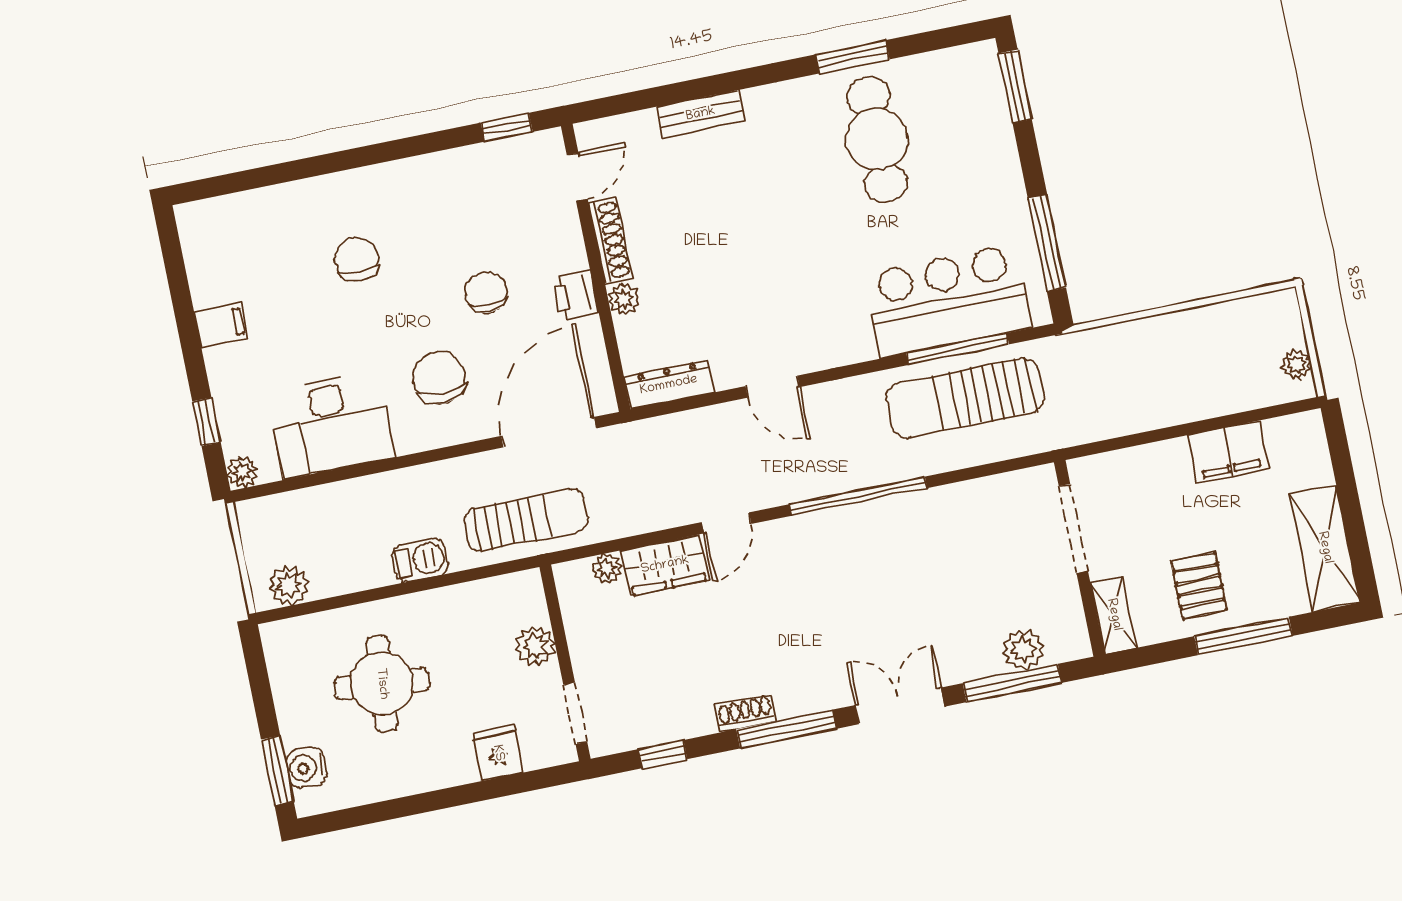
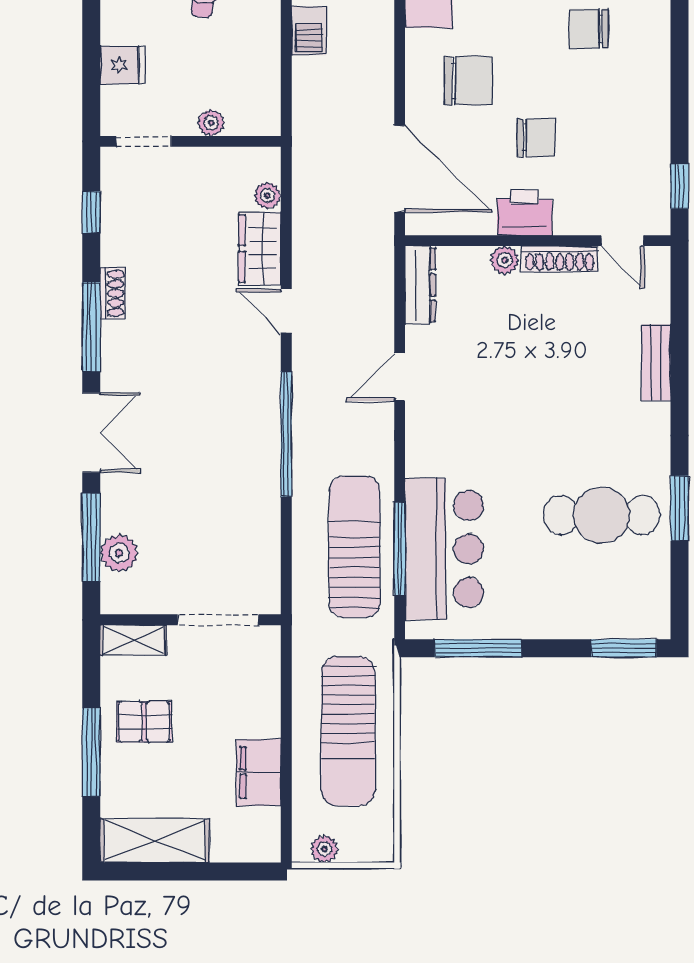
chair: (357, 259) -> (589, 29), turned 180
printer: (575, 295) -> (525, 213), width x1.36, depth x1.24
sun lounger: (526, 520) -> (348, 731), moved, width x1.36, depth x1.34
plant: (535, 646) -> (211, 123), width x0.73, depth x0.73

